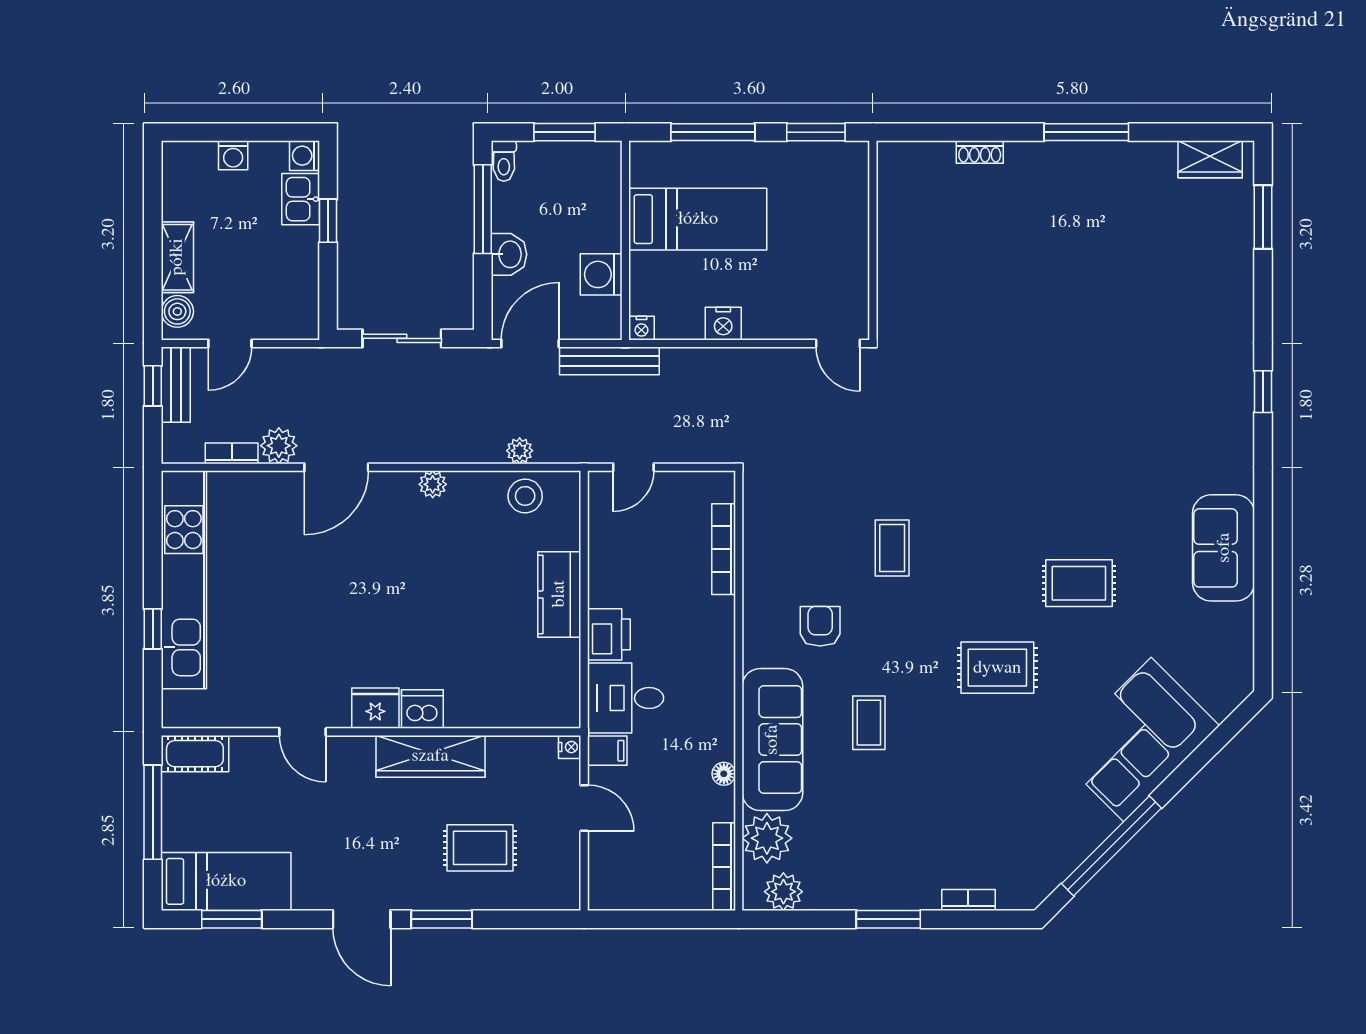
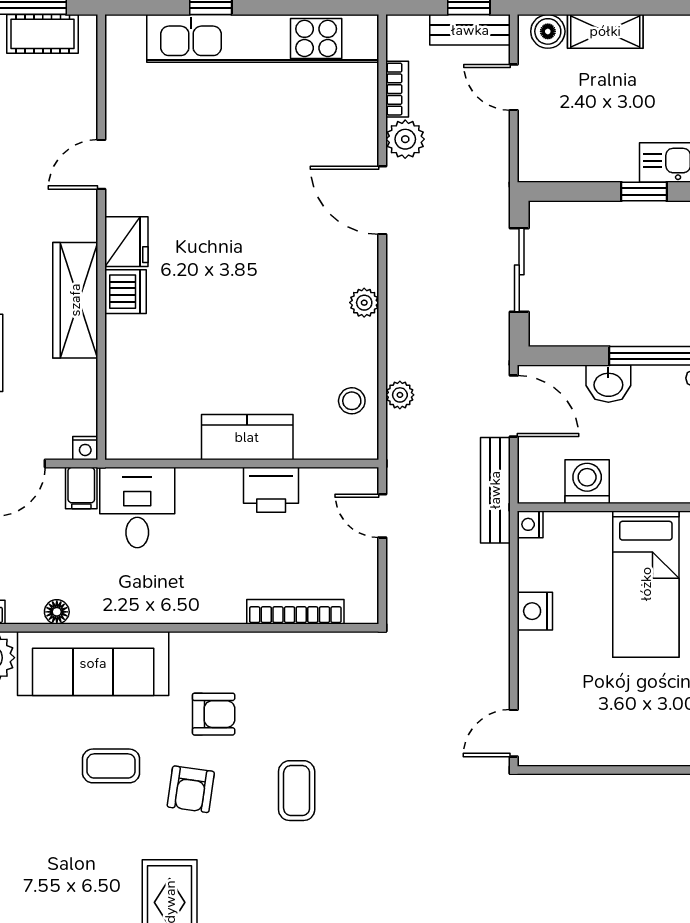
stool: (525, 496) -> (352, 401), width x0.73, depth x0.73
coffee table: (892, 548) -> (297, 791), turned 90
printer: (609, 634) -> (271, 490), moved
armchair: (891, 648) -> (191, 789), added
cot: (195, 754) -> (43, 34), moved, turned 90

